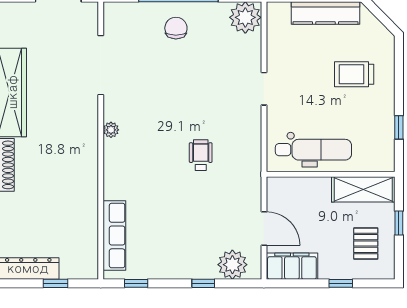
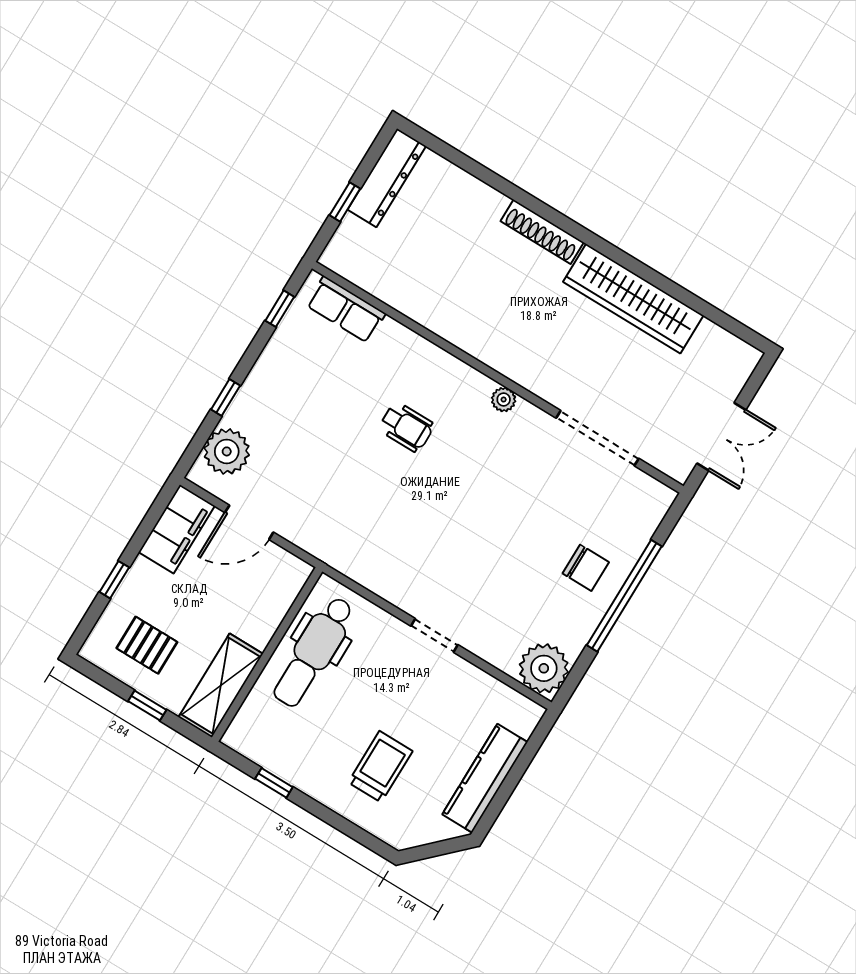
wheelchair: (201, 155) -> (406, 427), moved
row of seats: (114, 236) -> (346, 309), width x0.68

